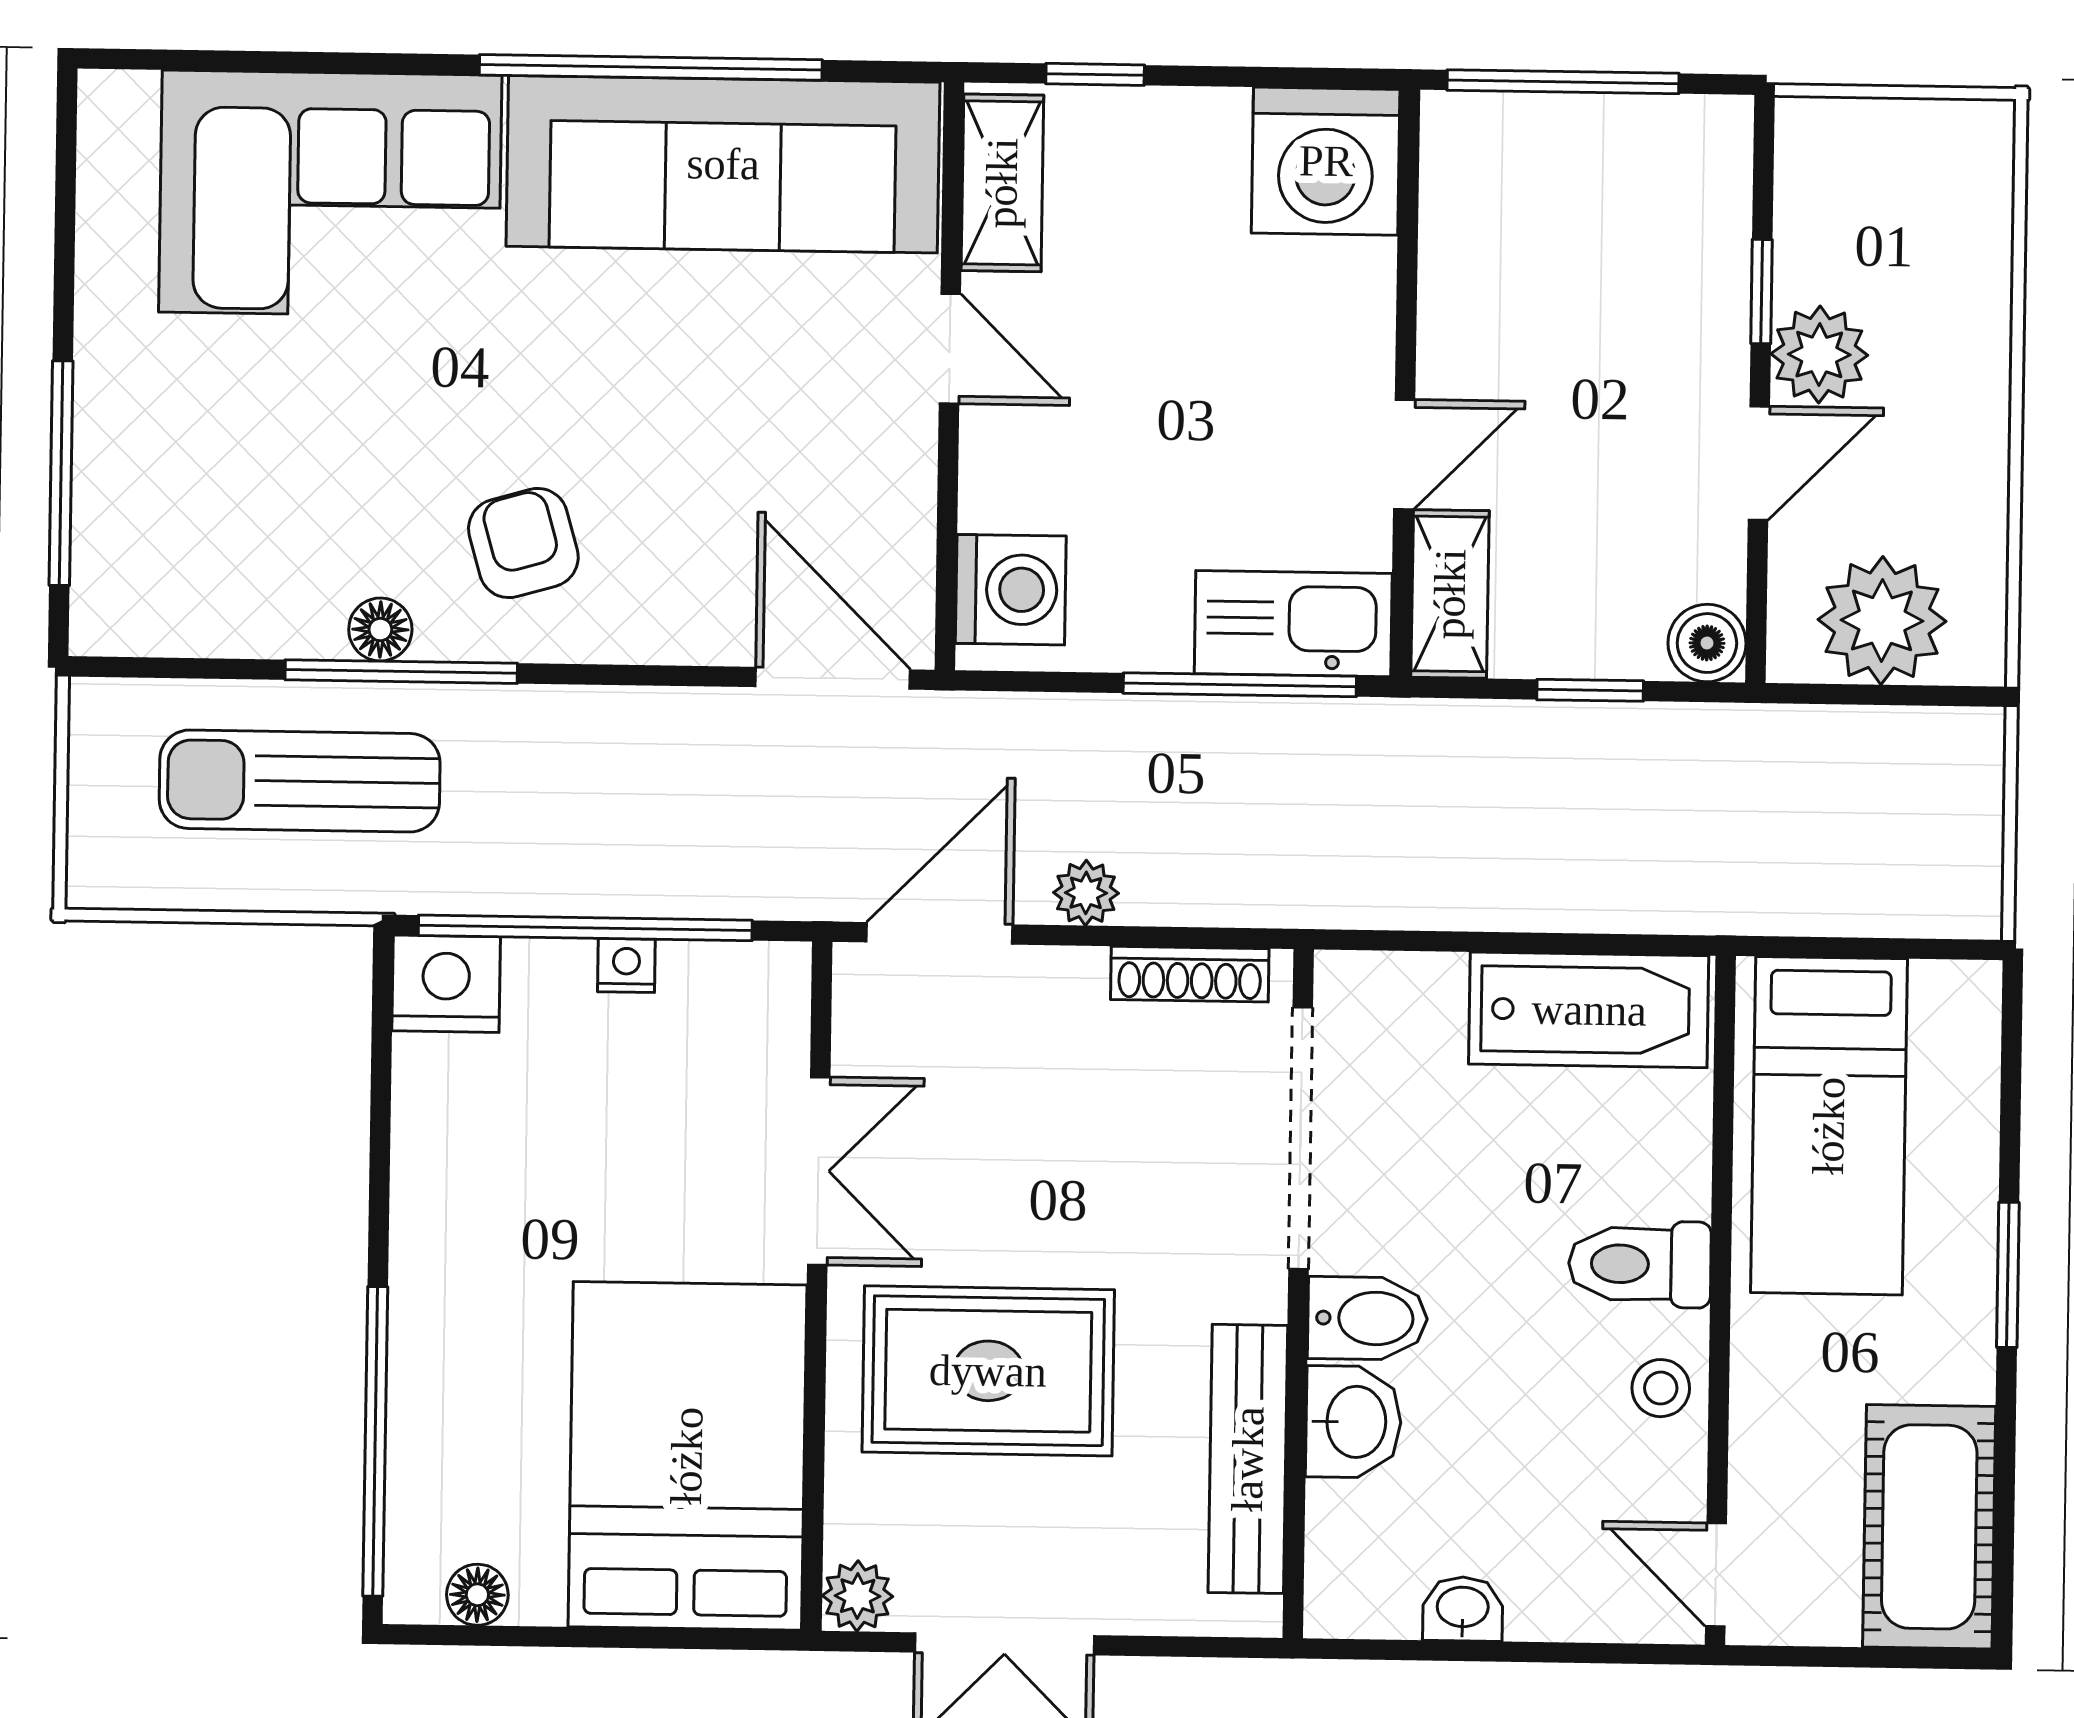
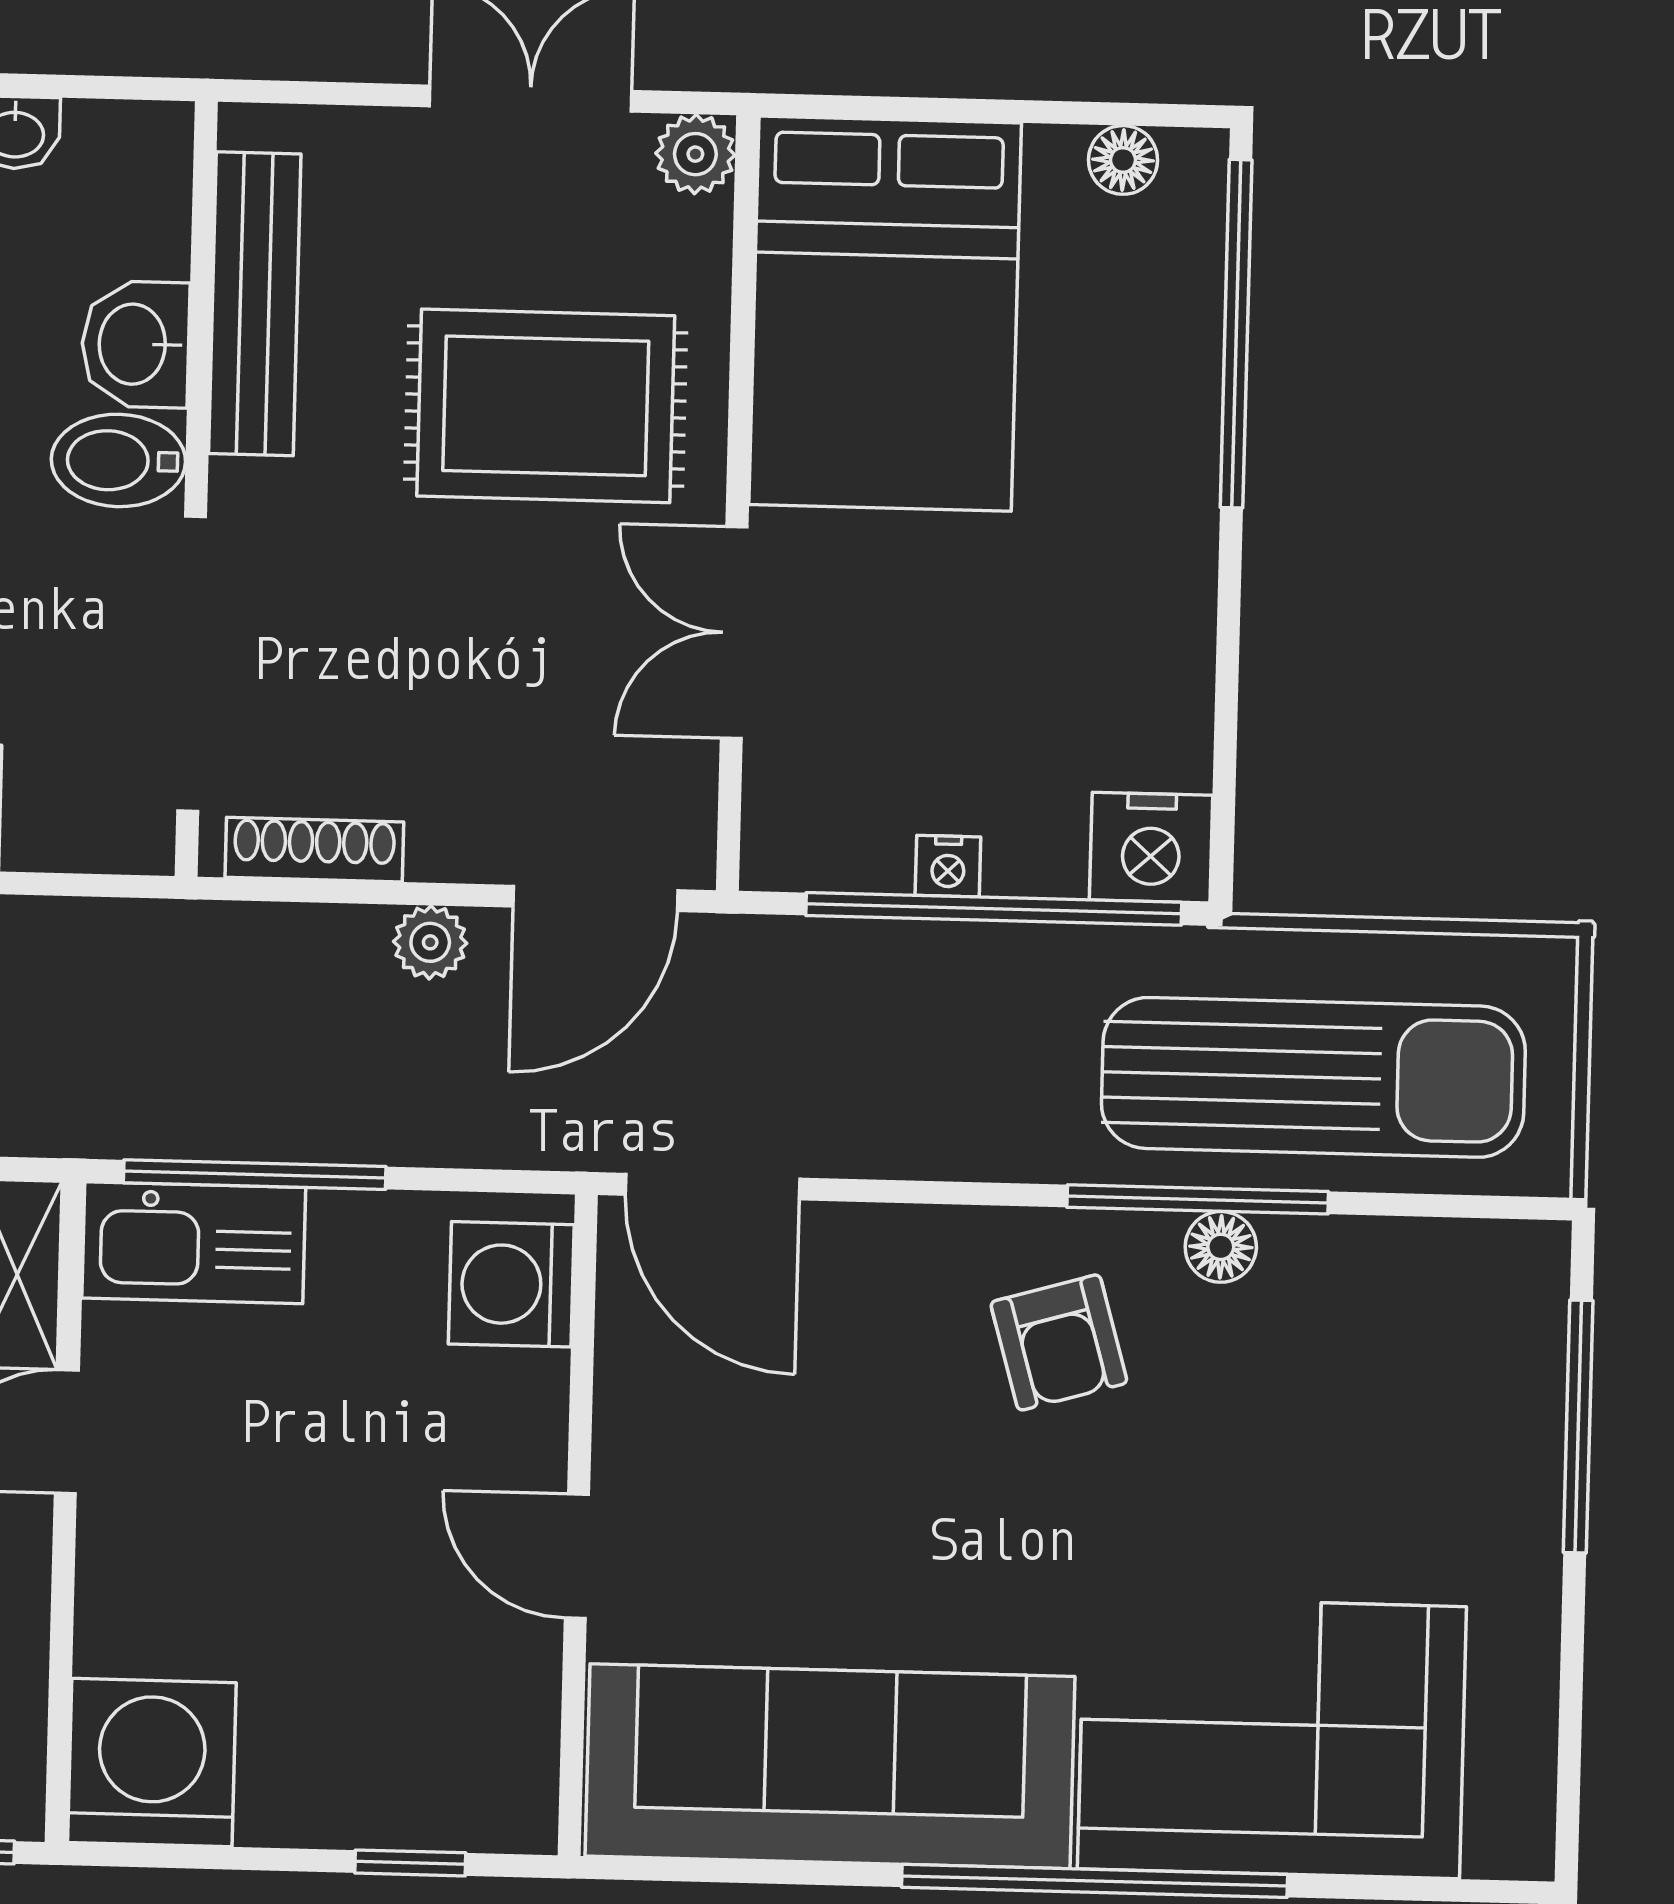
window: (651, 67) -> (1095, 1881), moved
shelving: (1002, 183) -> (516, 1742), removed
sun lounger: (300, 781) -> (1313, 1077), width x1.36, depth x1.34

